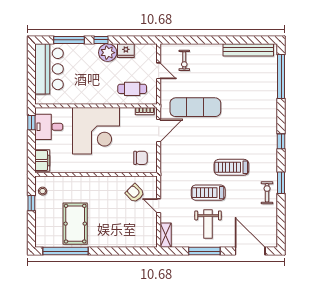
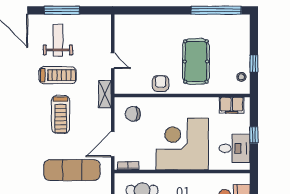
window: (31, 123) -> (254, 135), moved
filing cabinet: (42, 160) -> (232, 105), moved, turned -90
treadmill: (231, 167) -> (61, 114), moved, turned 90
armchair: (135, 193) -> (161, 84), moved, turned -135
pool table: (75, 224) -> (196, 61), moved
shelving: (166, 235) -> (105, 94), moved

